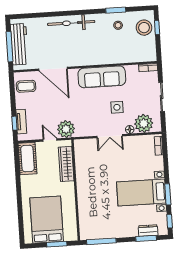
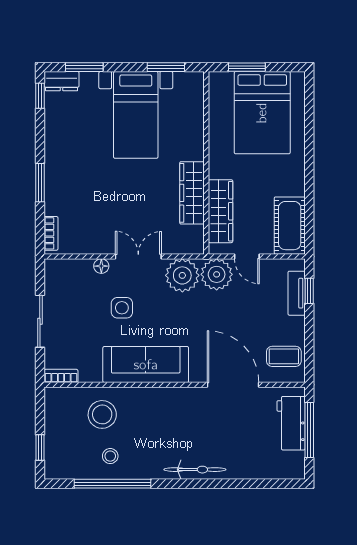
window: (116, 10) -> (113, 484), width x2.11
bicycle: (71, 23) -> (195, 470), width x0.73, depth x0.71
stool: (144, 28) -> (102, 414), moved
workbench: (19, 44) -> (291, 423), width x0.73
plant: (144, 123) -> (182, 275), moved
wardrobe: (82, 173) -> (192, 193), added
bed with nightstands: (141, 193) -> (136, 115), moved, turned 90
window: (168, 194) -> (40, 183), moved
dresser: (148, 231) -> (62, 81), moved
window: (101, 241) -> (166, 67), width x0.69

